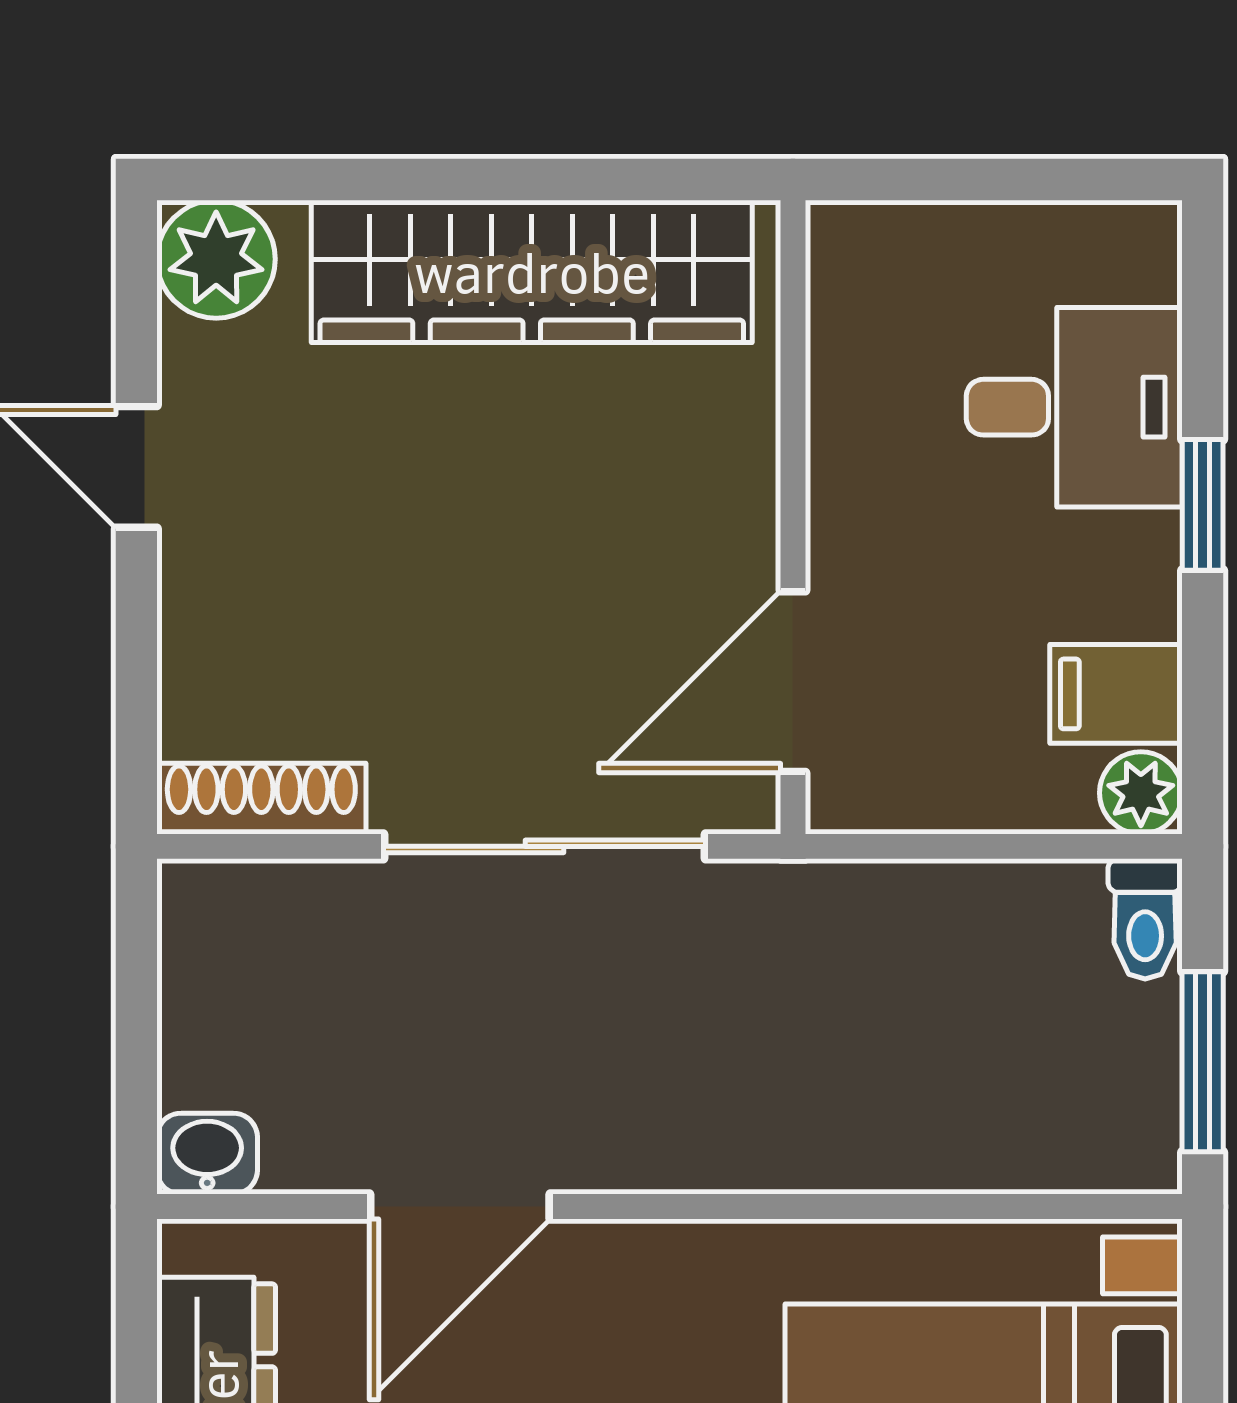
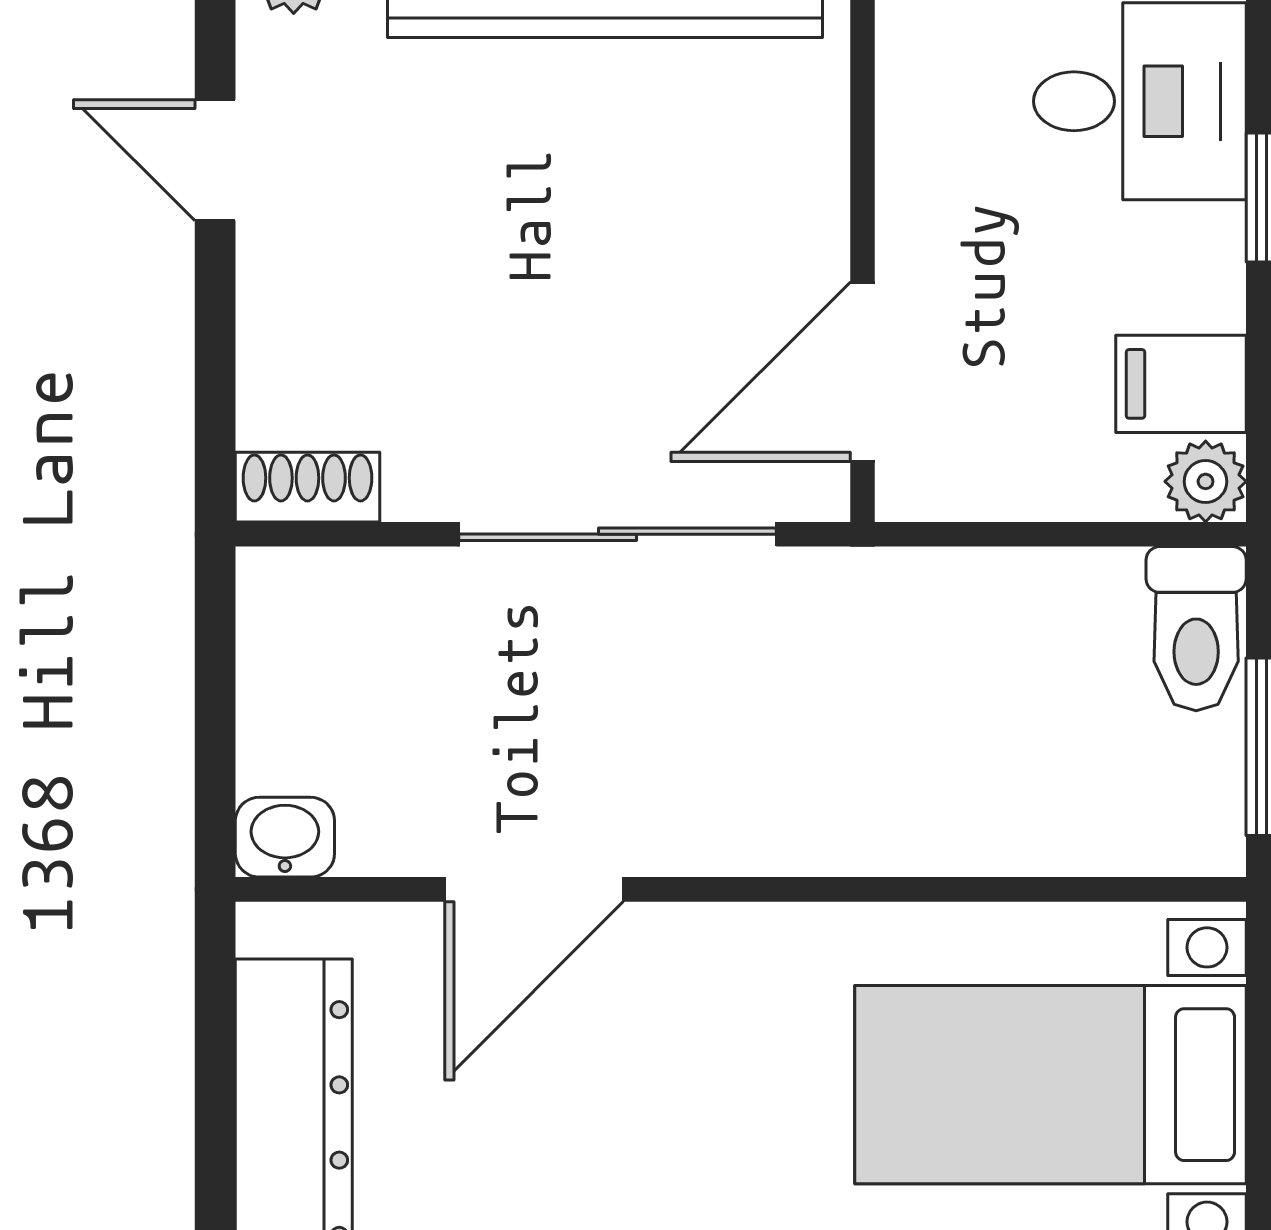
shoe rack: (261, 799) -> (307, 487), width x0.70
toilet: (1145, 919) -> (1196, 629), width x1.37, depth x1.39

